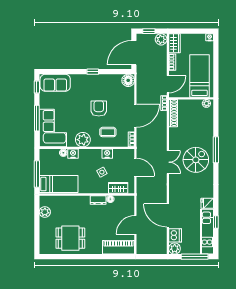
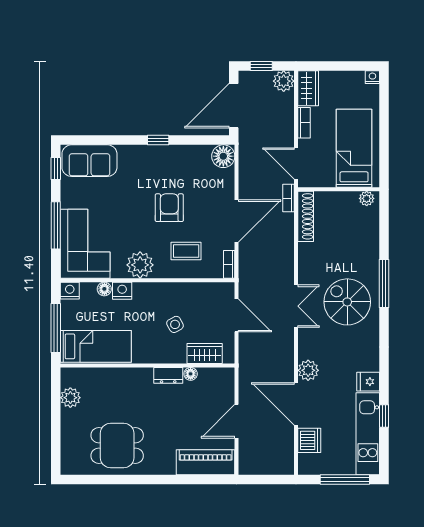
door: (168, 84) -> (296, 163), swing flipped
nightstand: (107, 154) -> (70, 291), moved
spiral stairs: (196, 160) -> (347, 302), turned -90
plant: (175, 249) -> (308, 370), moved

